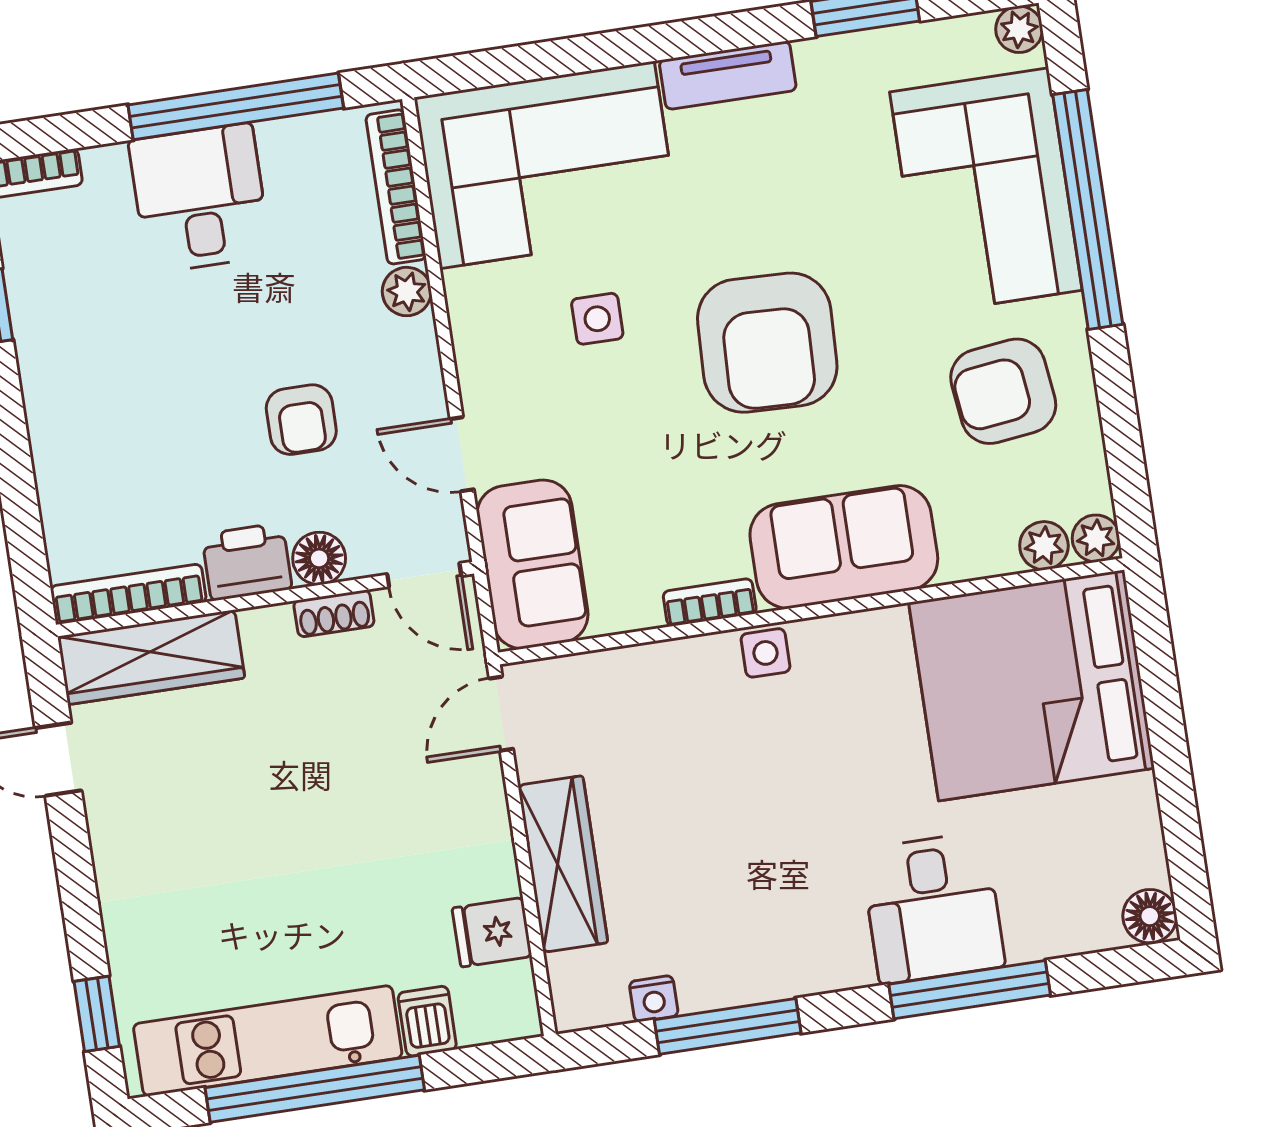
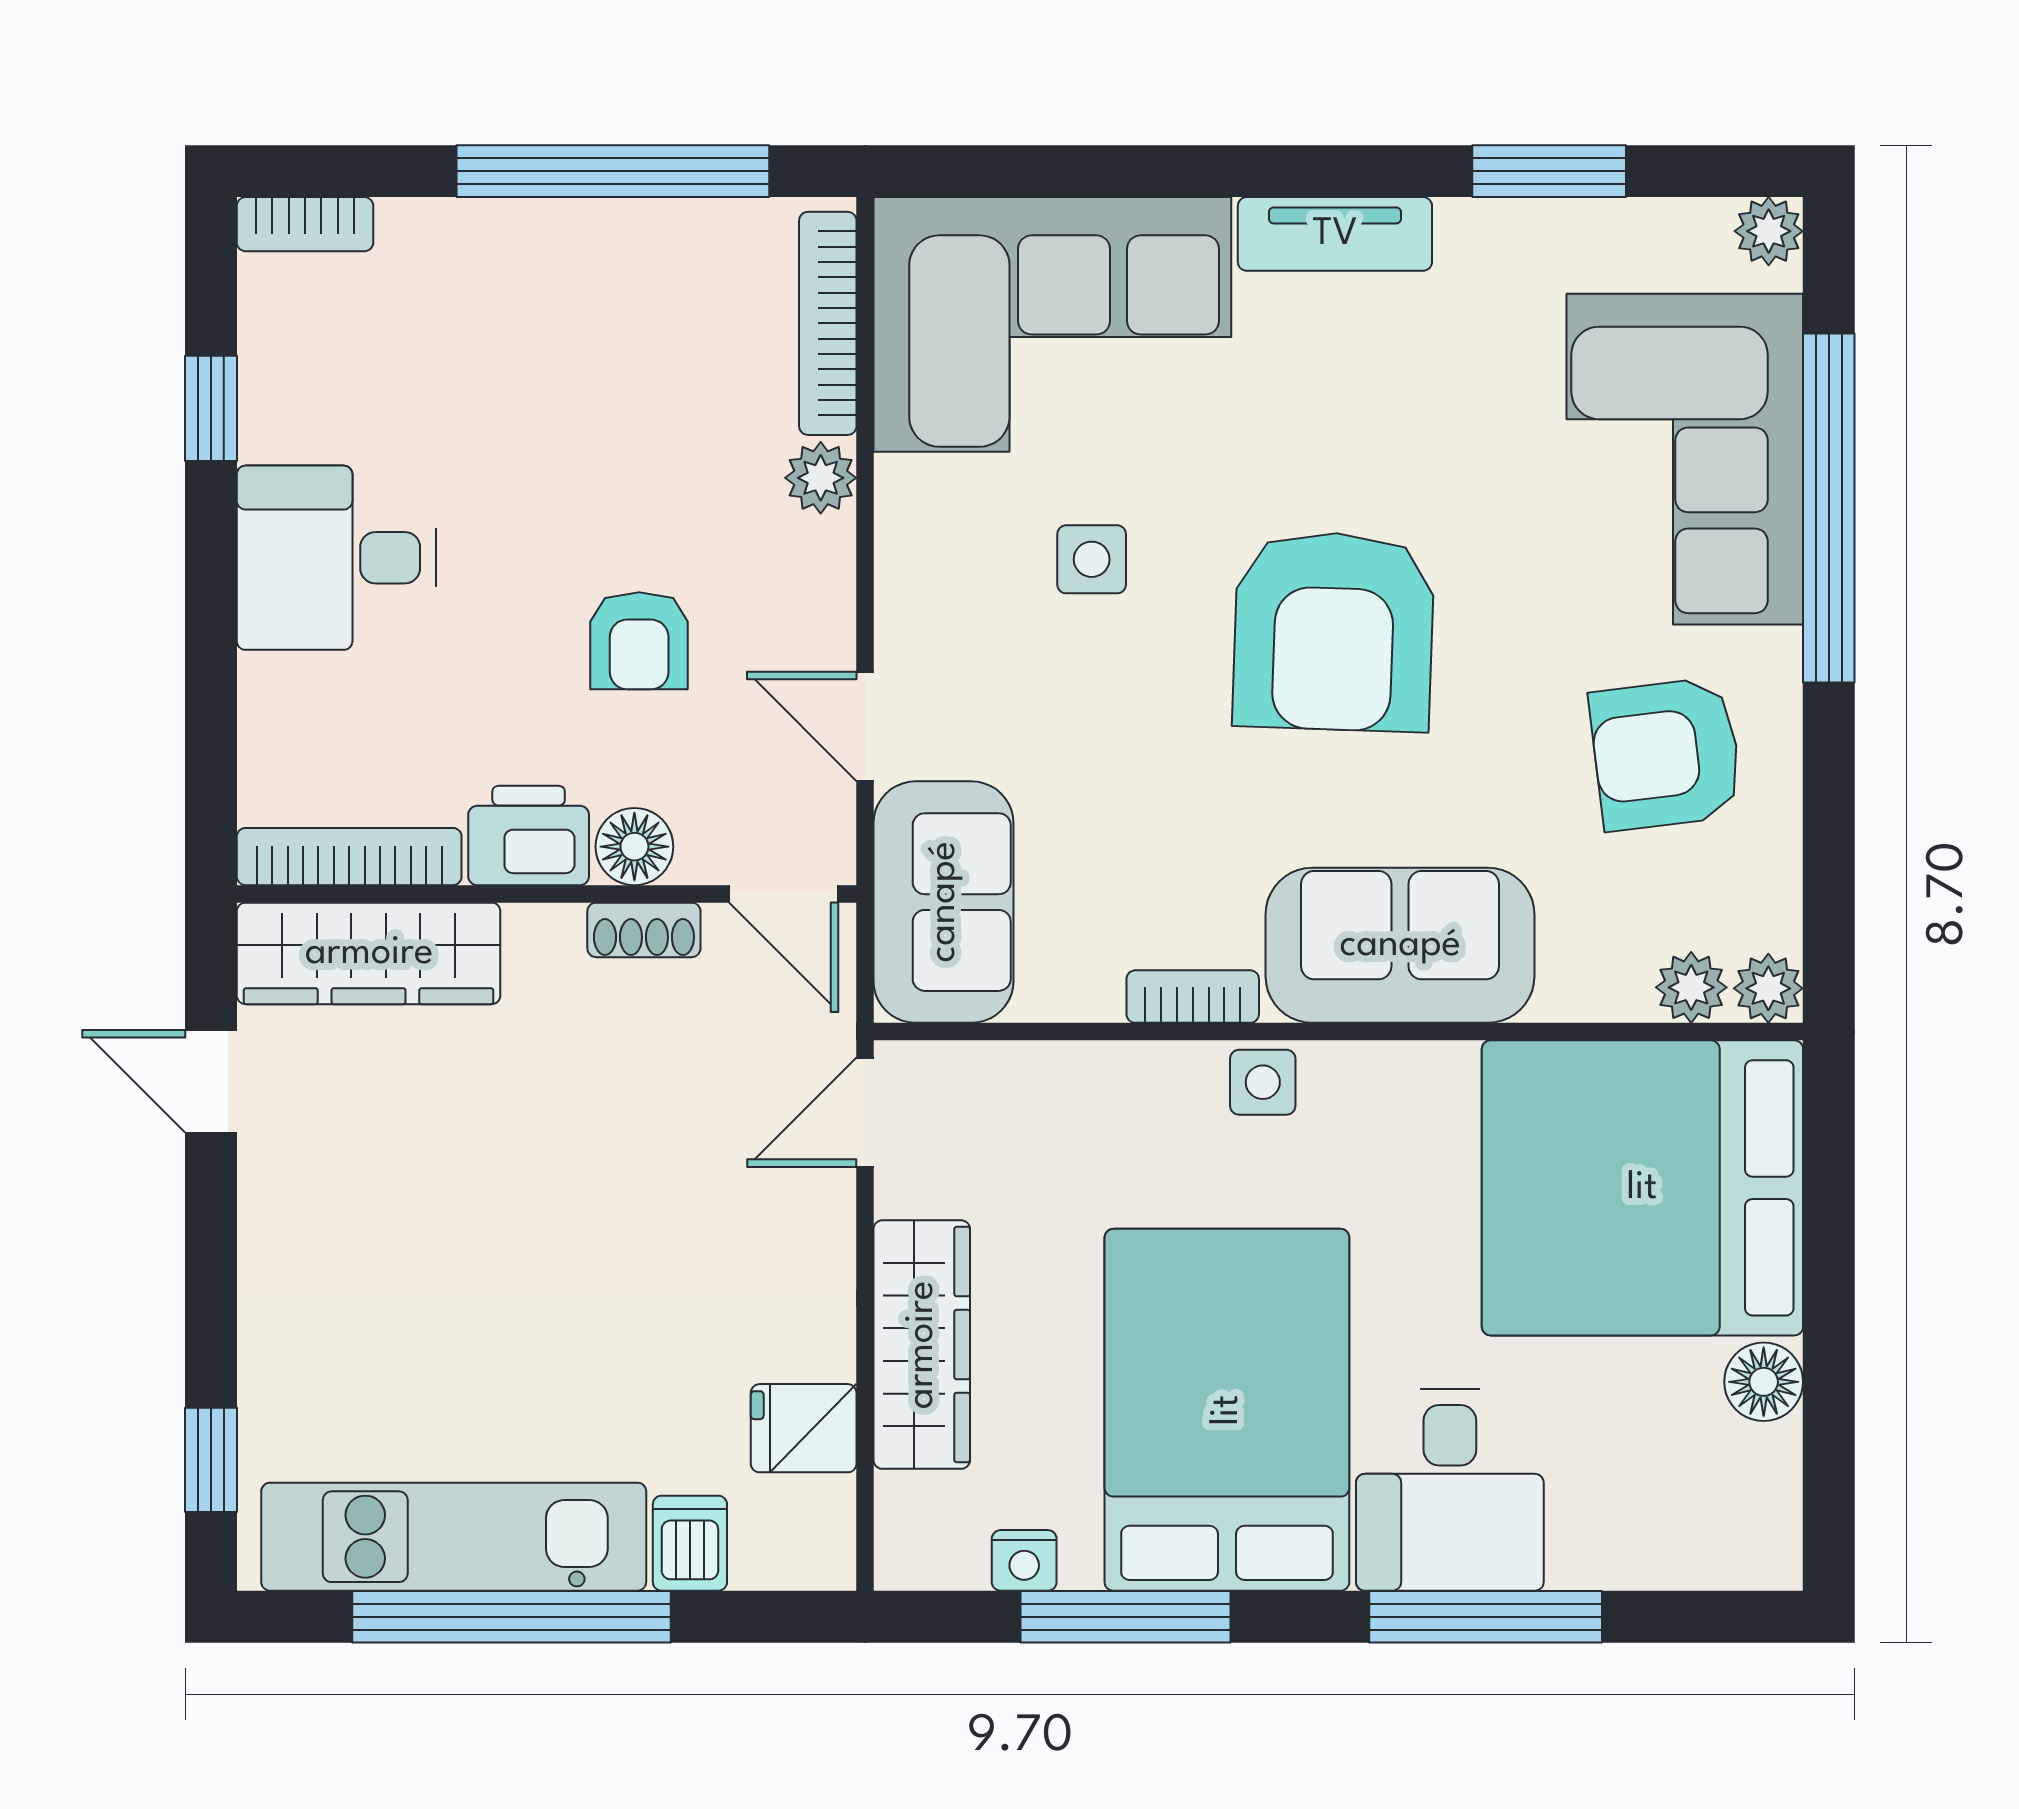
desk: (200, 198) -> (336, 558), moved, turned -90
bed: (775, 877) -> (1227, 1410), added
floor lamp: (1150, 916) -> (1764, 1382), moved

